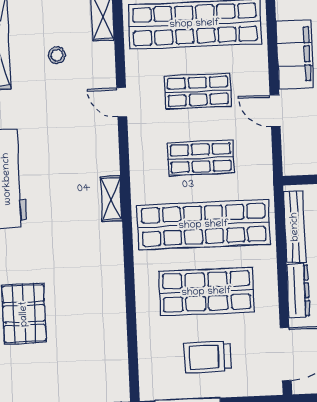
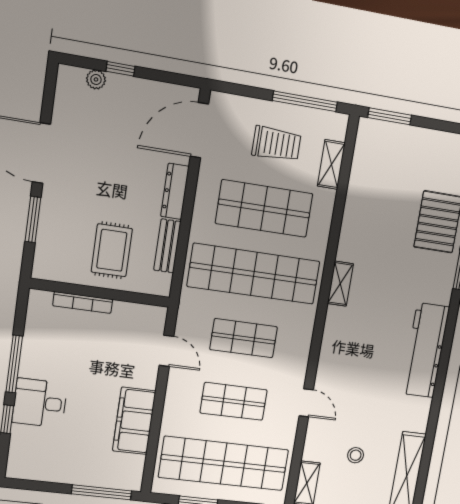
door: (275, 111) -> (167, 351), moved
shelving: (111, 199) -> (340, 284), moved
bench: (295, 227) -> (167, 246), width x0.73
shelving: (148, 348) -> (331, 164), added

